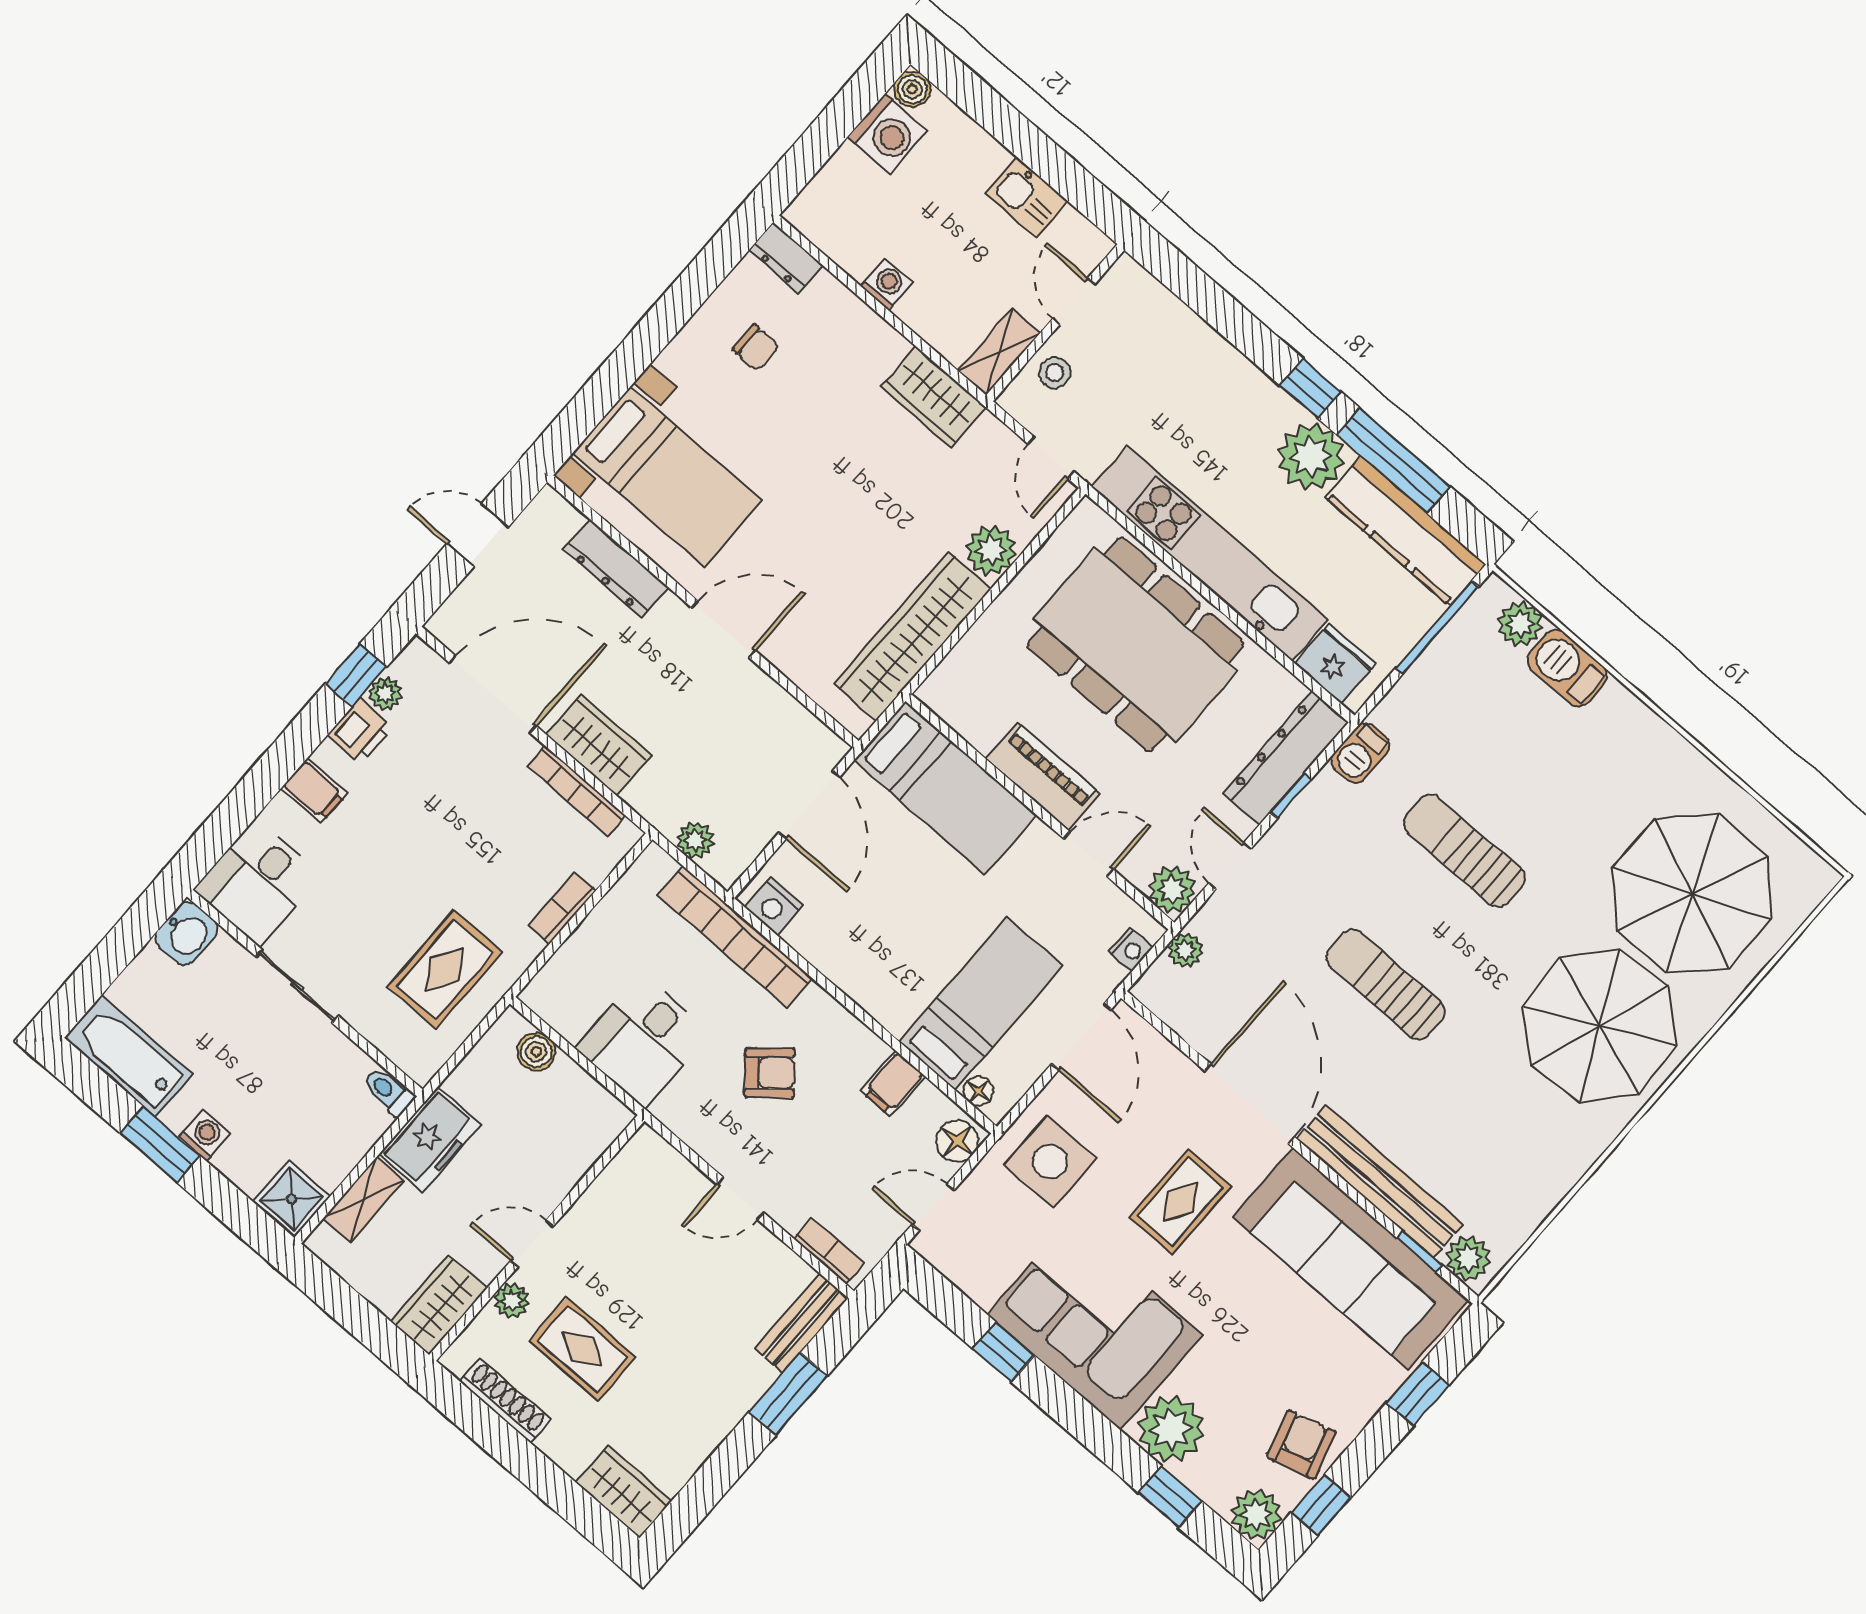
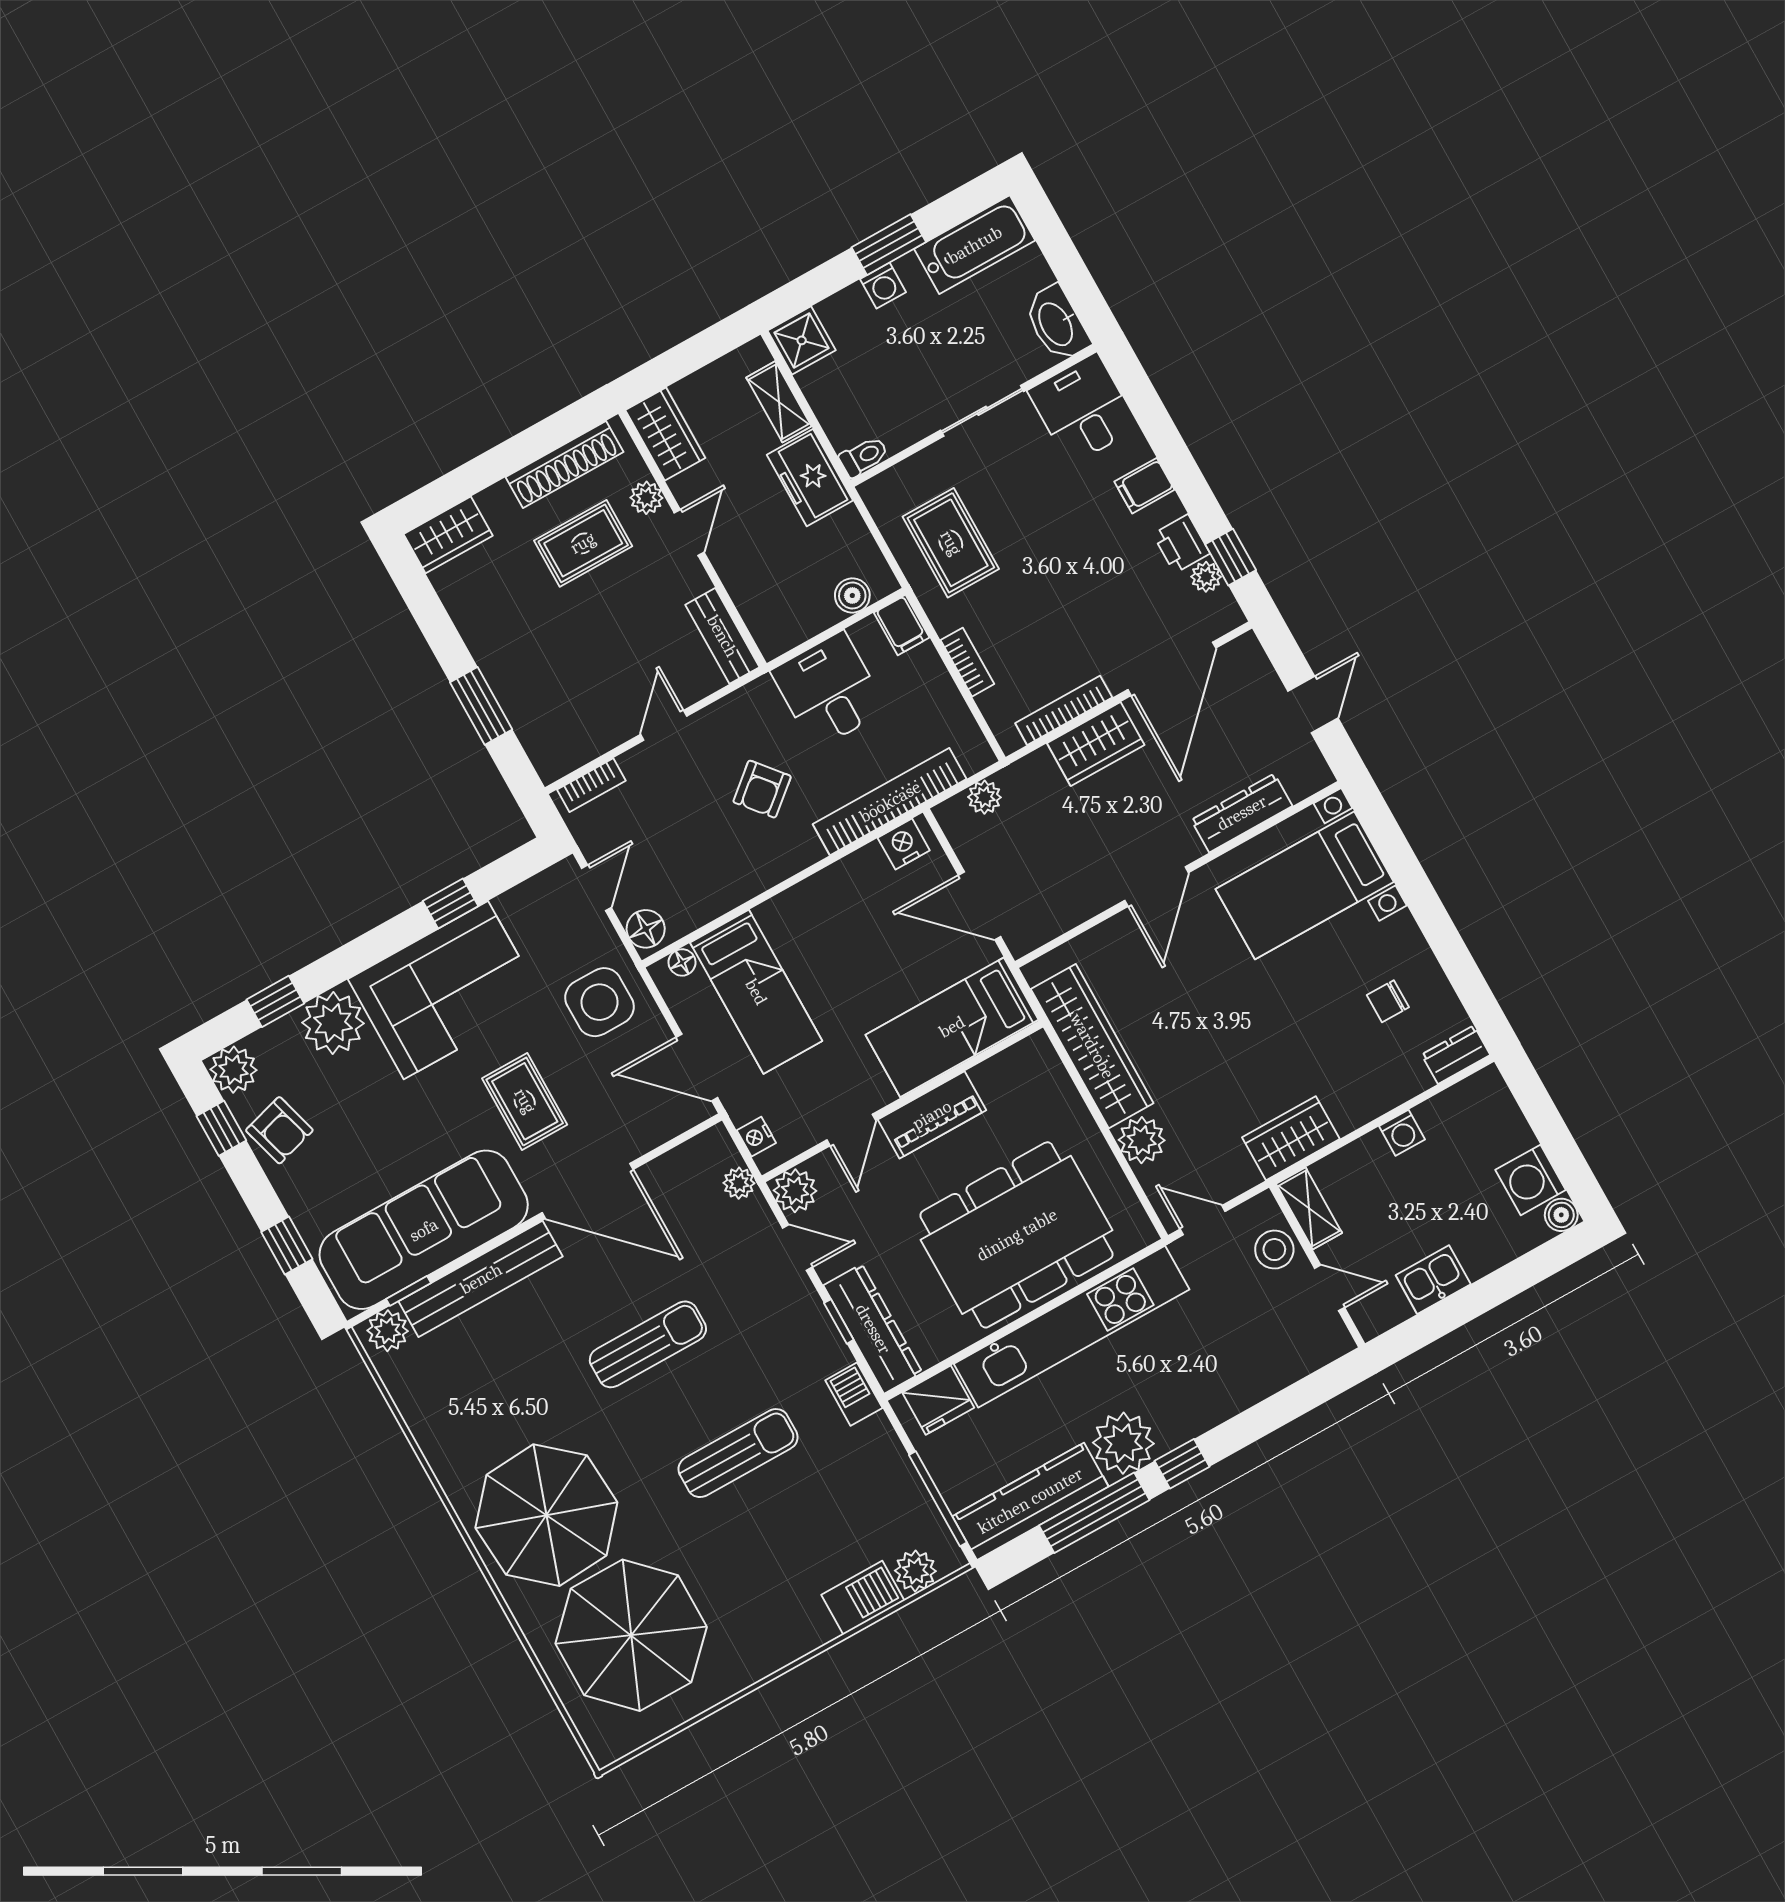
stool: (1055, 373) -> (1274, 1250), width x1.37, depth x1.37
washbasin: (186, 933) -> (1057, 324), width x1.38
filing cabinet: (893, 1084) -> (902, 625), moved, turned 180
bench: (801, 1323) -> (722, 636), moved
shoe rack: (505, 1400) -> (565, 464), width x1.36, depth x1.24

